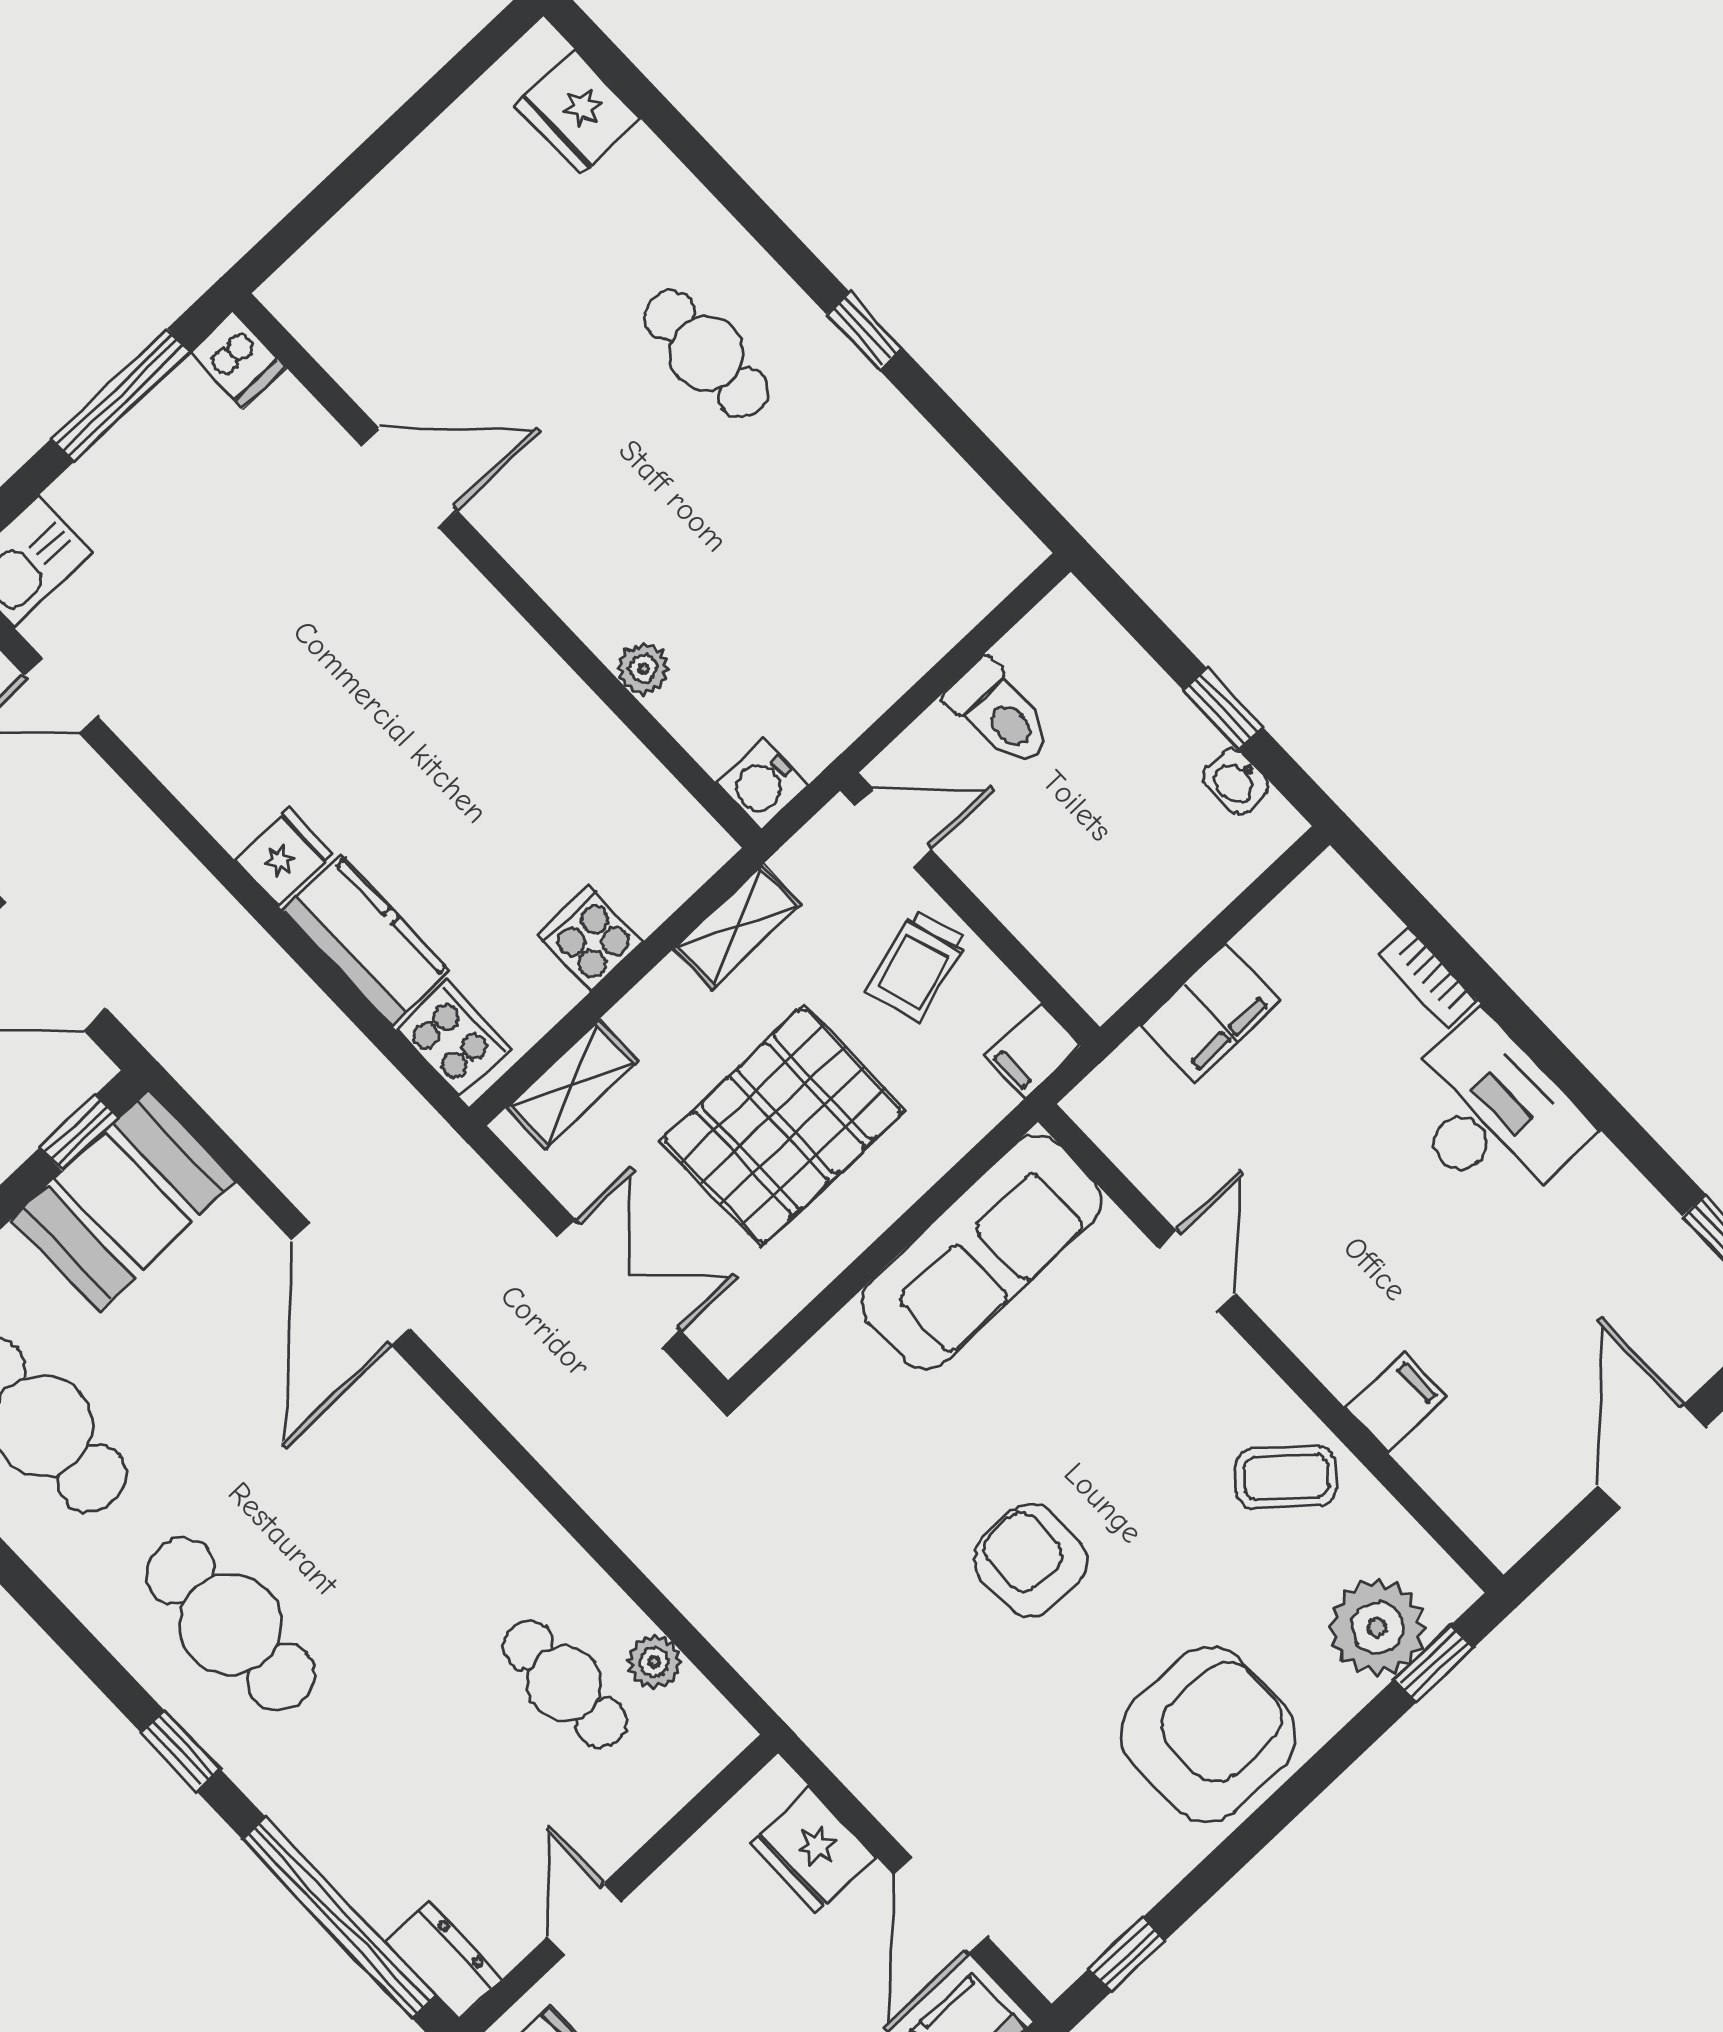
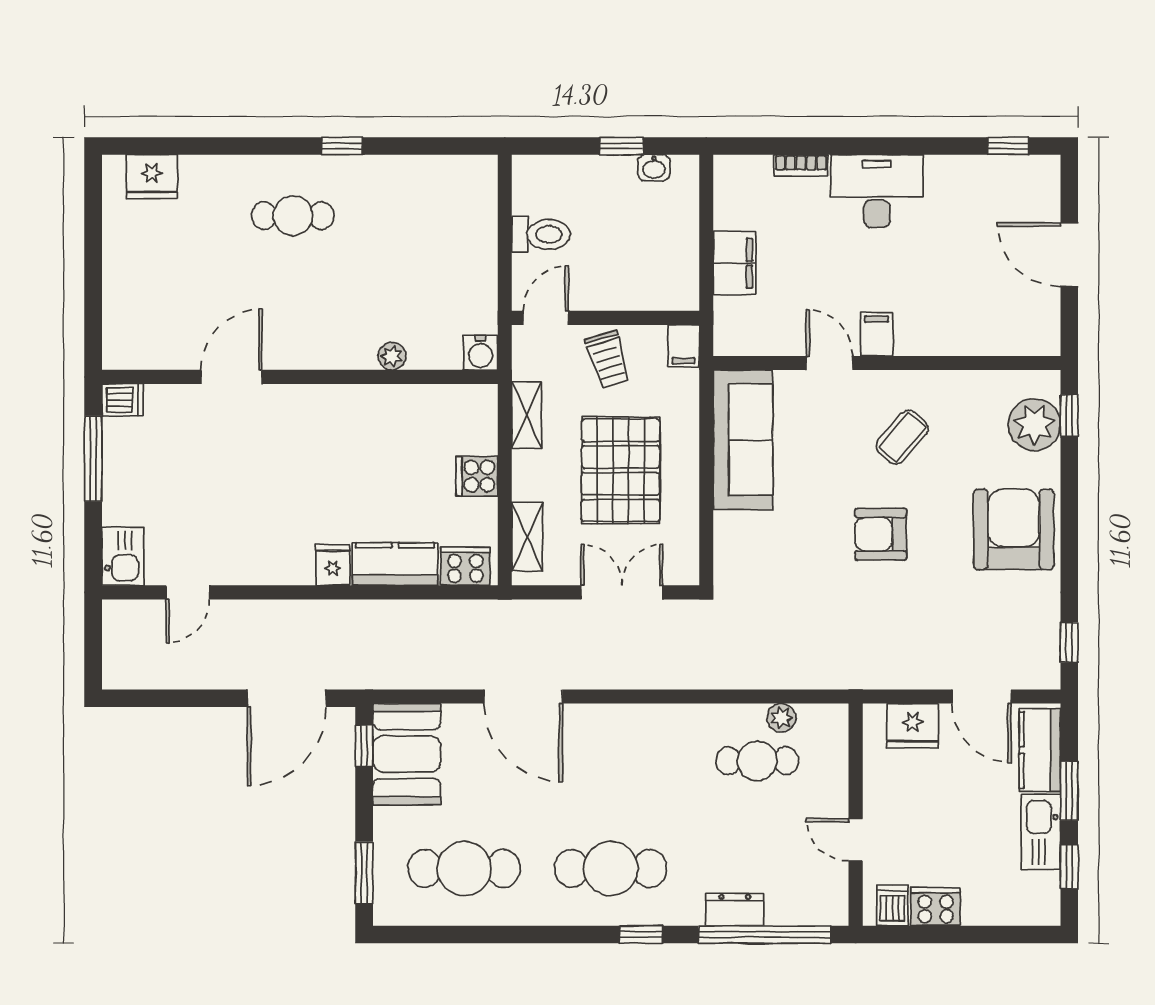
filing cabinet: (1396, 1402) -> (877, 334), moved
coffee table: (1286, 1477) -> (902, 437), moved
dresser: (444, 1960) -> (735, 909), moved

